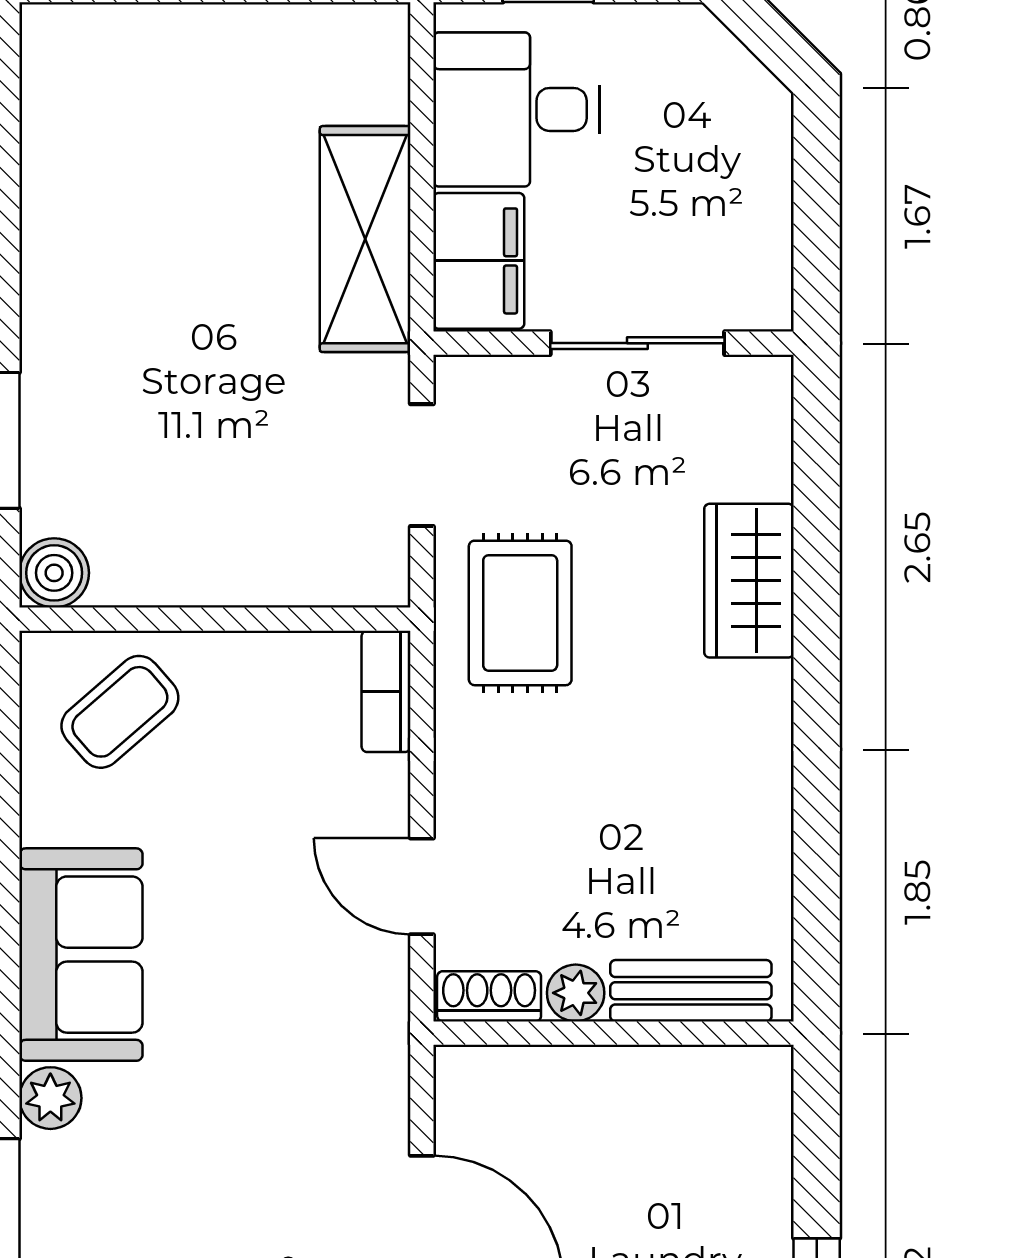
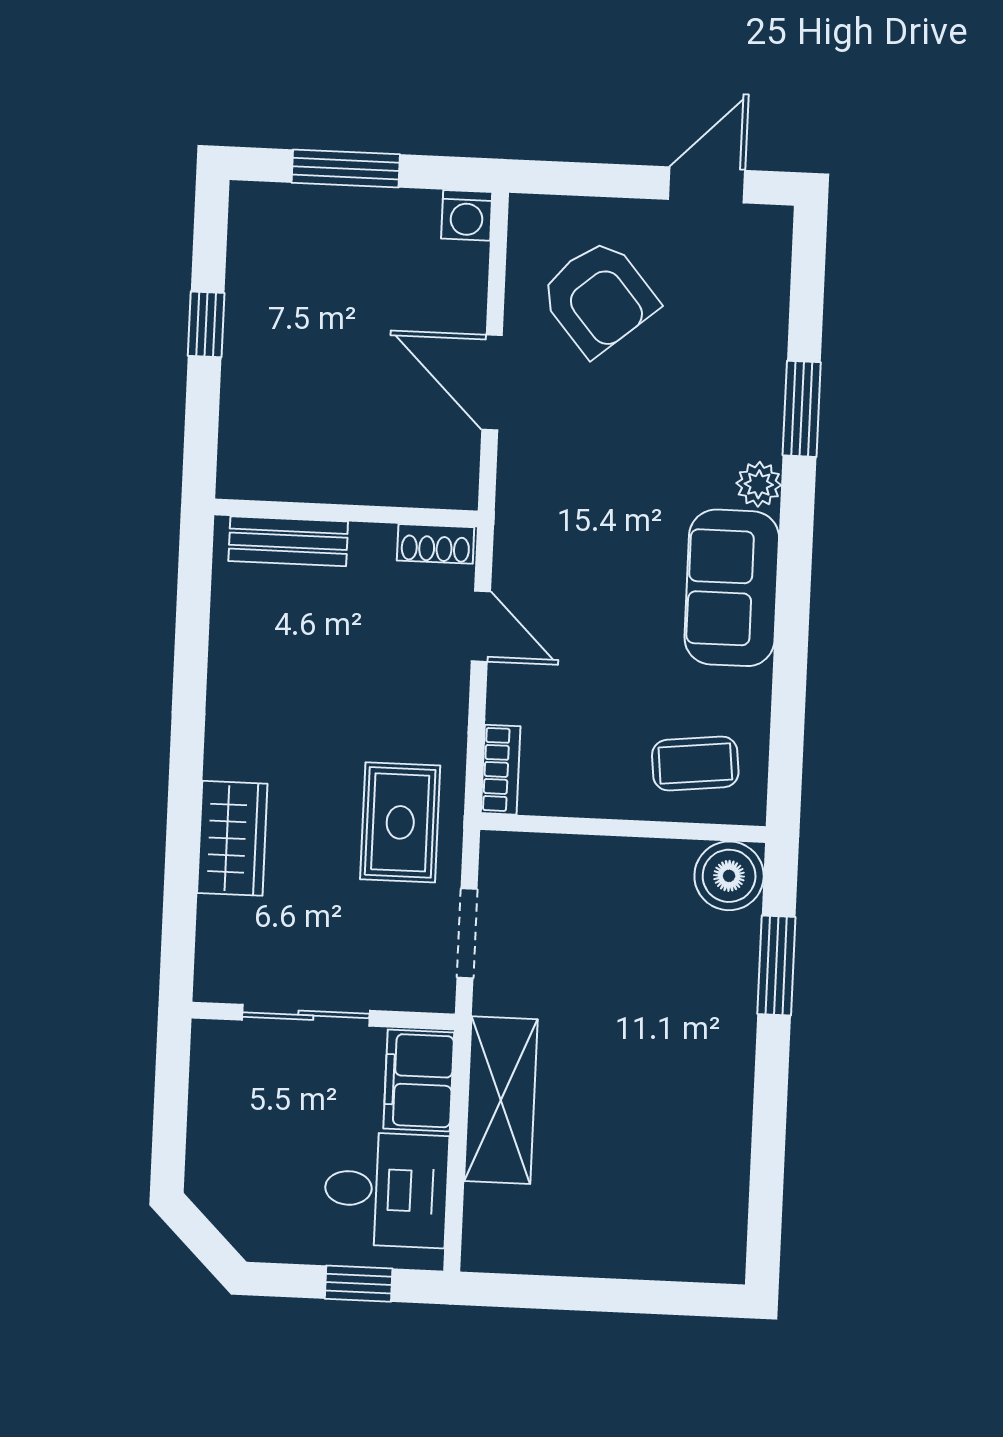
boiler: (54, 573) -> (729, 876), width x1.36, depth x1.36
coffee table: (120, 712) -> (695, 764), turned 35
plant: (576, 993) -> (372, 543), removed

